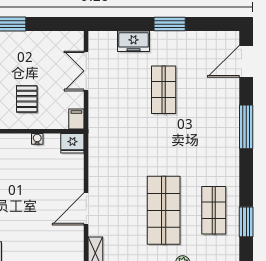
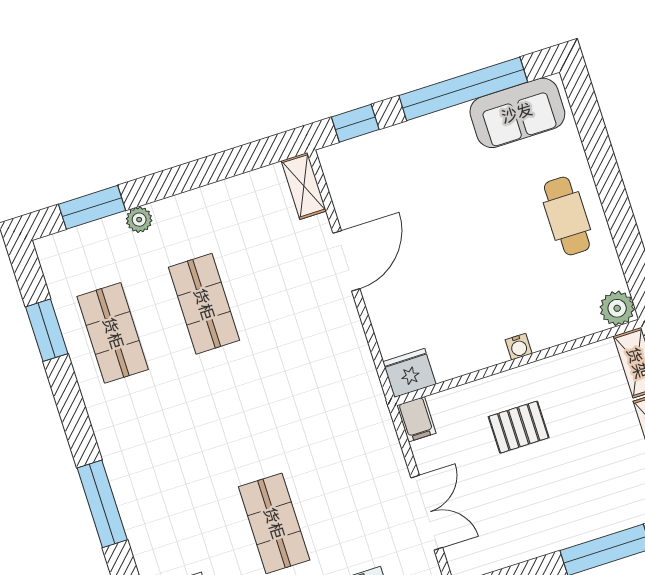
pallet: (27, 99) -> (519, 427), turned 90
water cooler: (37, 139) -> (519, 347), moved
shop shelf: (164, 210) -> (204, 304), width x0.70, depth x0.74

